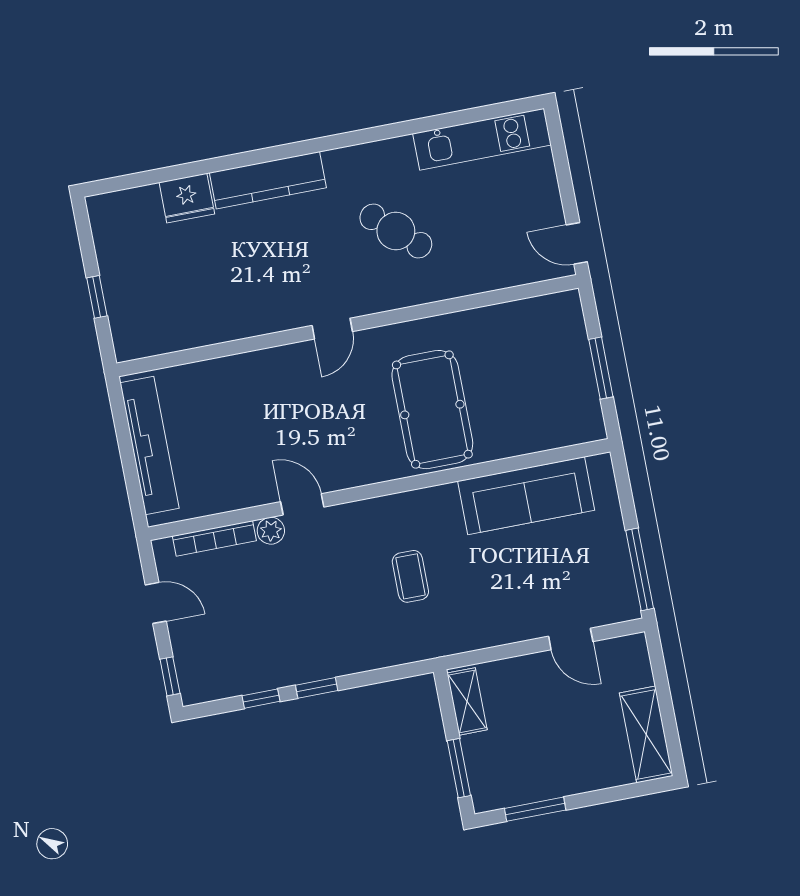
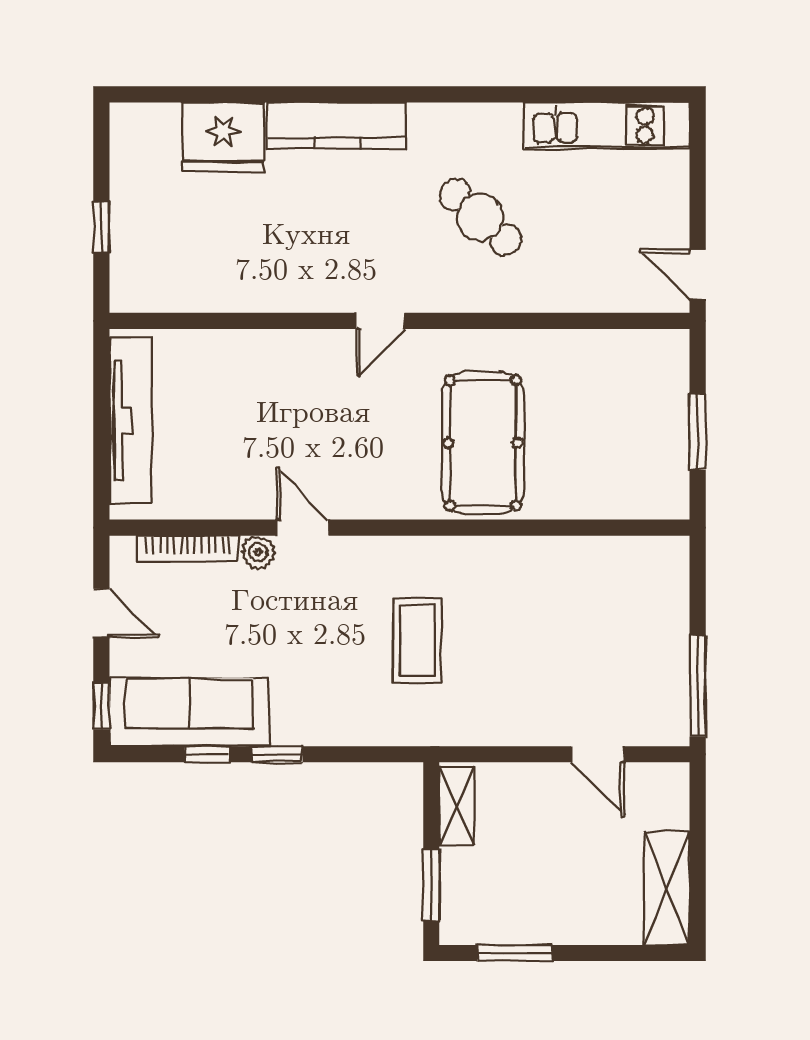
fridge: (187, 198) -> (223, 137), width x1.36, depth x1.34
sofa: (526, 496) -> (189, 712), moved, turned 180
coffee table: (410, 576) -> (417, 641), width x1.36, depth x1.30

